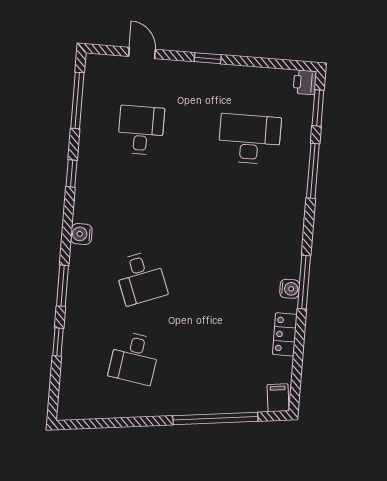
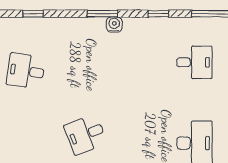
desk: (141, 278) -> (85, 134), moved
window: (63, 286) -> (102, 14), moved

